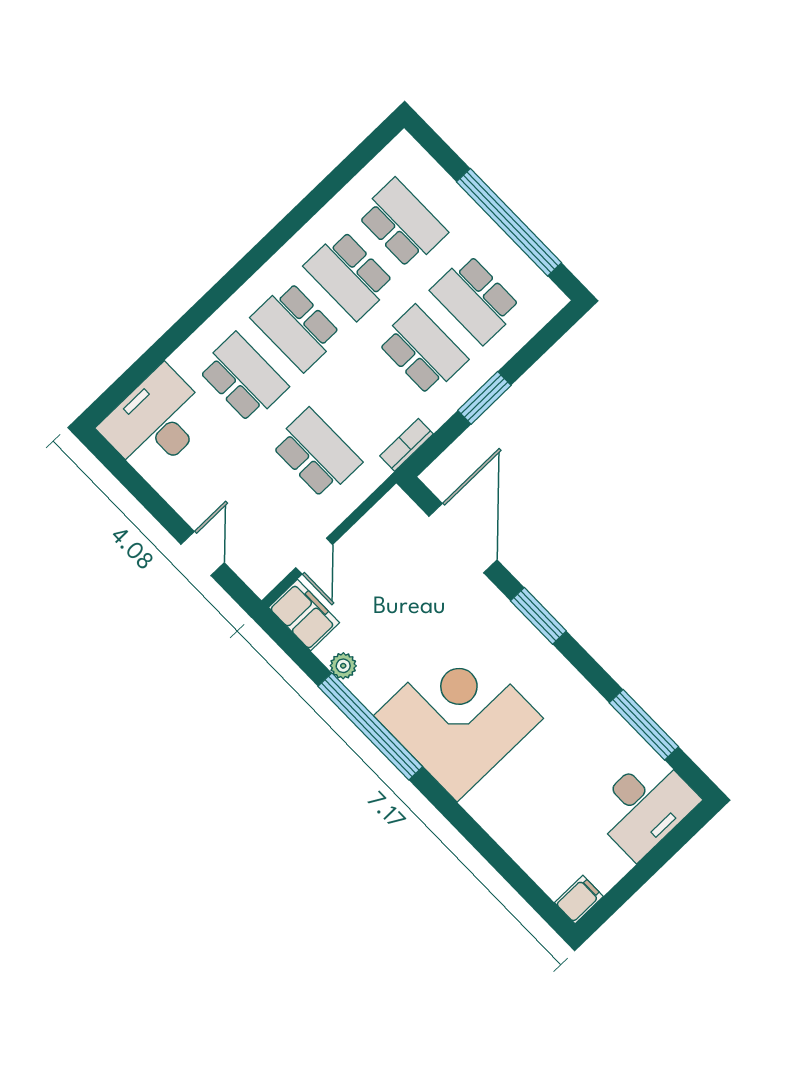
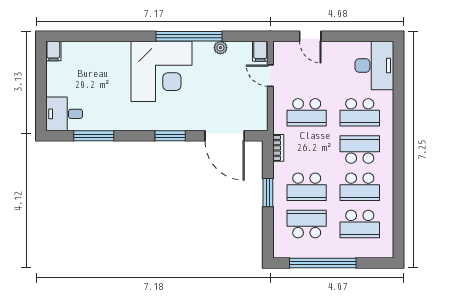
school desk: (349, 275) -> (360, 187), turned 180
filing cabinet: (304, 615) -> (260, 51), width x0.50
desk: (645, 806) -> (64, 114), width x0.73

